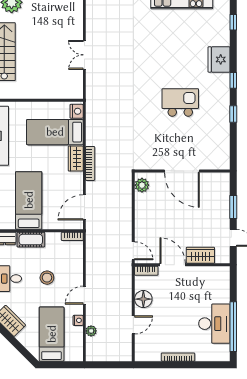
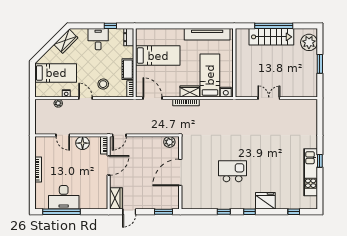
kitchen island: (180, 102) -> (233, 171), turned -90
window: (233, 207) -> (163, 212), moved
cot: (31, 240) -> (128, 69), moved
wardrobe: (200, 255) -> (116, 198), moved
stool: (47, 278) -> (103, 84), moved

